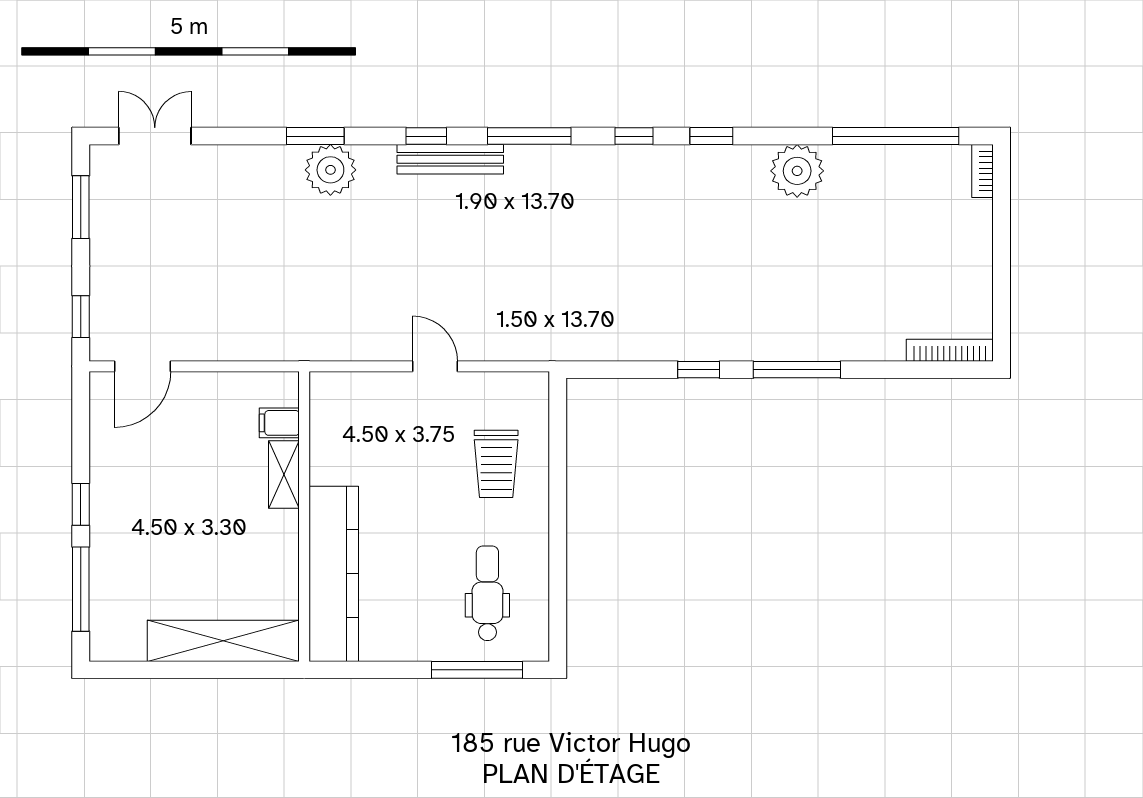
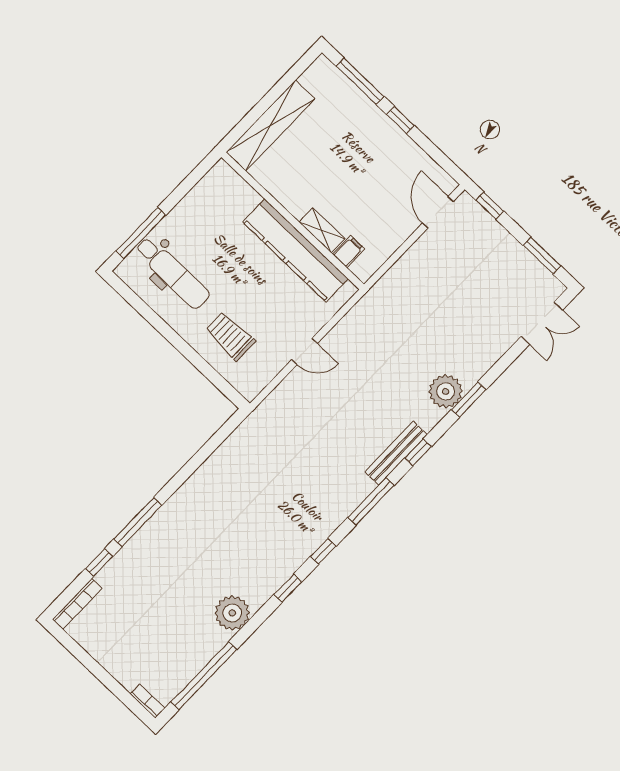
window: (699, 370) -> (99, 562), moved
kitchen counter: (334, 574) -> (295, 250), moved
dental chair: (487, 593) -> (173, 273), width x1.36, depth x1.38

